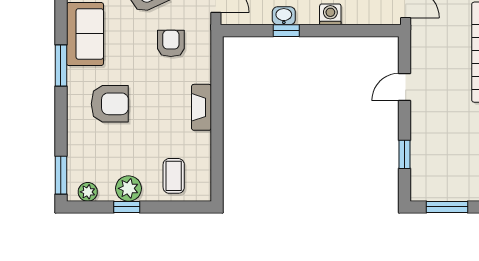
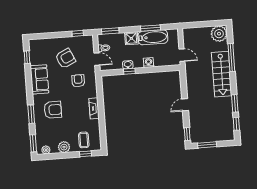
window: (61, 65) -> (31, 114), moved
door: (405, 87) -> (185, 105), moved
window: (405, 154) -> (187, 134), moved
window: (127, 207) -> (86, 154), moved

